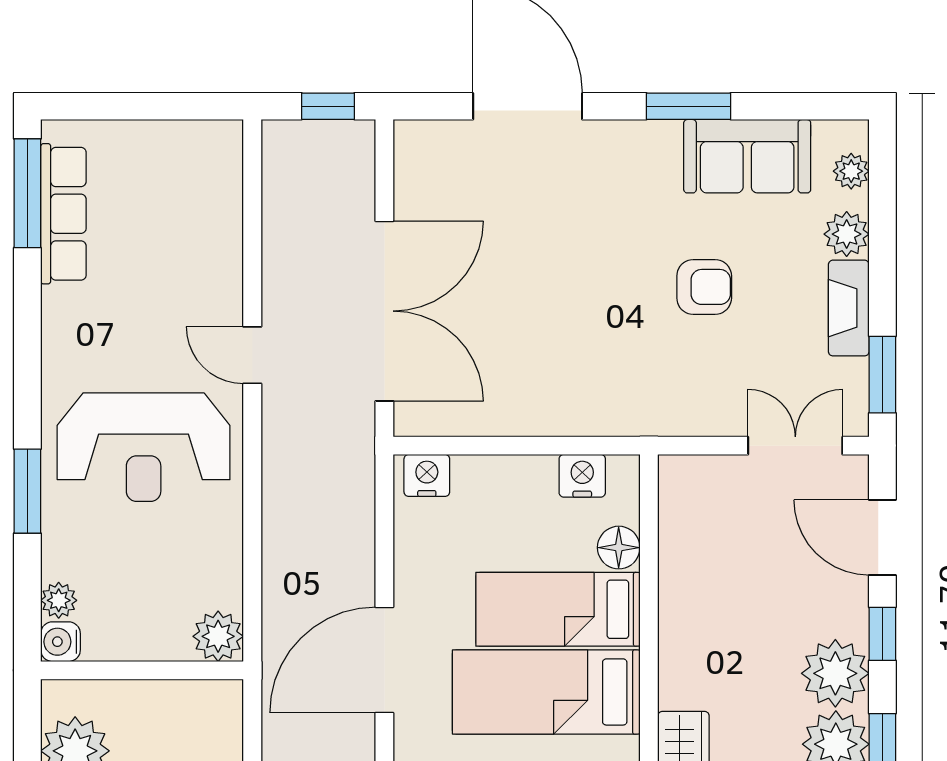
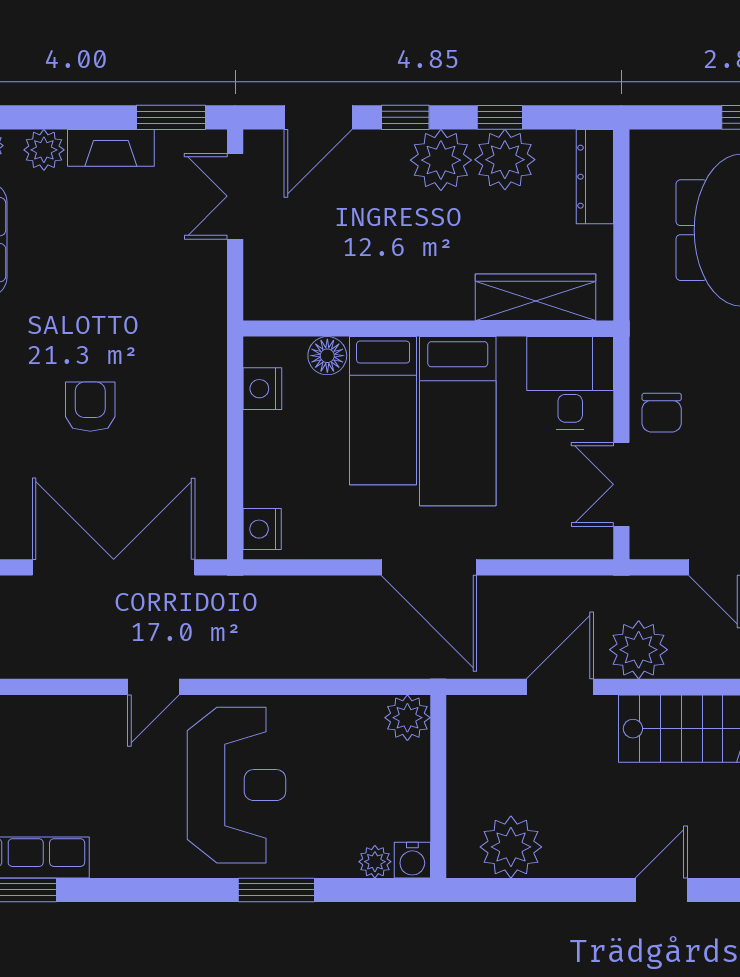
armchair: (704, 287) -> (90, 407), moved

